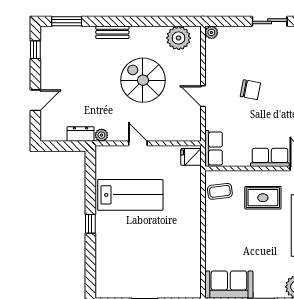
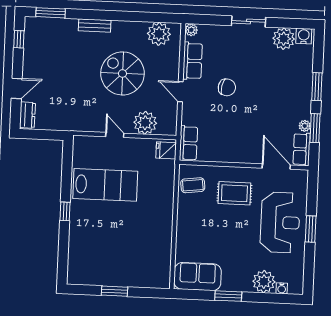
dresser: (81, 134) -> (27, 115), moved, turned 90
plant: (101, 135) -> (145, 123), moved, width x1.87, depth x1.87
row of seats: (270, 157) -> (193, 61), moved, turned 90

